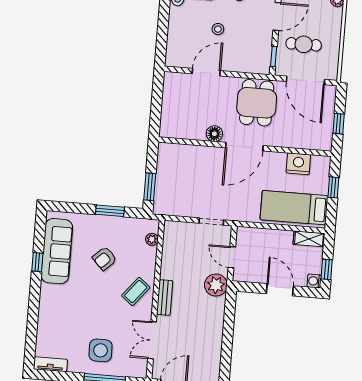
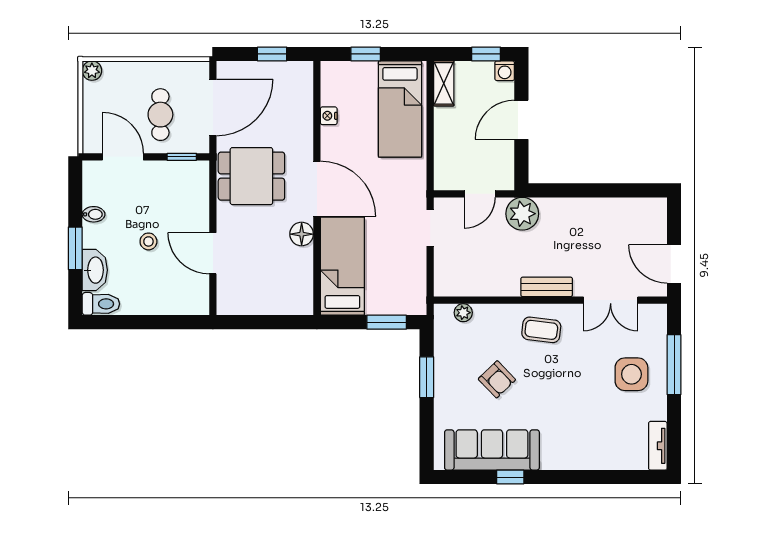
bed: (190, 160) -> (342, 266), added
nightstand: (298, 164) -> (329, 116), width x0.53, depth x0.56
coffee table: (136, 291) -> (541, 330), turned -32

